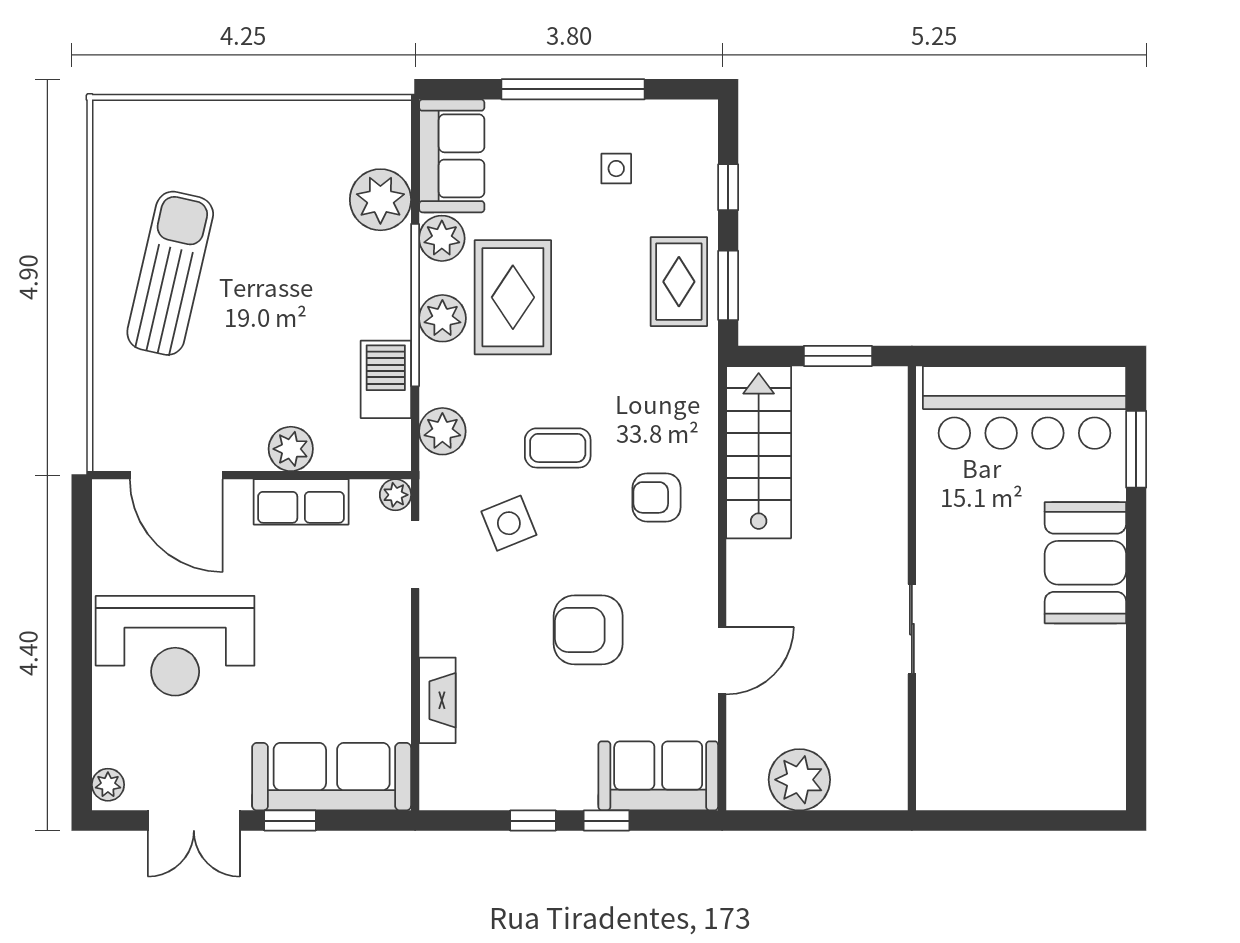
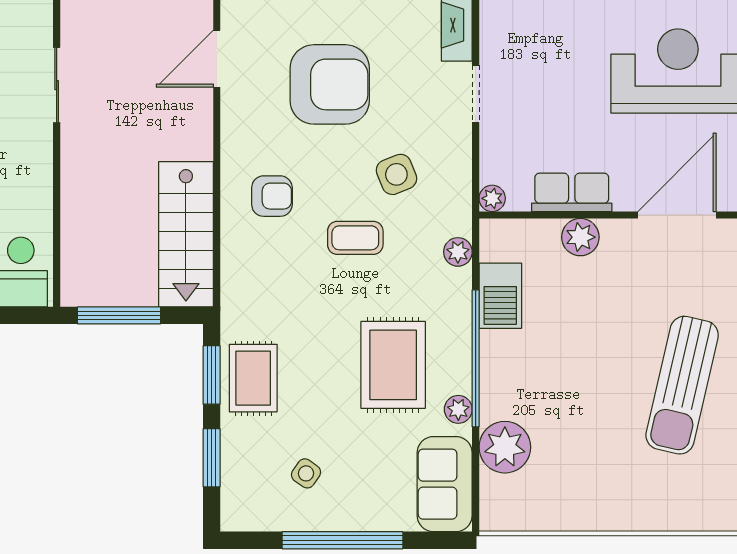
side table: (616, 169) -> (306, 473), turned 35
window: (728, 187) -> (212, 458), width x1.50
plant: (442, 238) -> (458, 409), width x0.73, depth x0.73
plant: (442, 318) -> (453, 347), removed
window: (838, 356) -> (119, 315), width x1.44
plant: (442, 431) -> (458, 252), width x0.73, depth x0.73
door: (176, 475) -> (677, 215), hinge flipped
doorway: (415, 554) -> (476, 94), moved
armchair: (588, 630) -> (330, 84), width x1.36, depth x1.36

